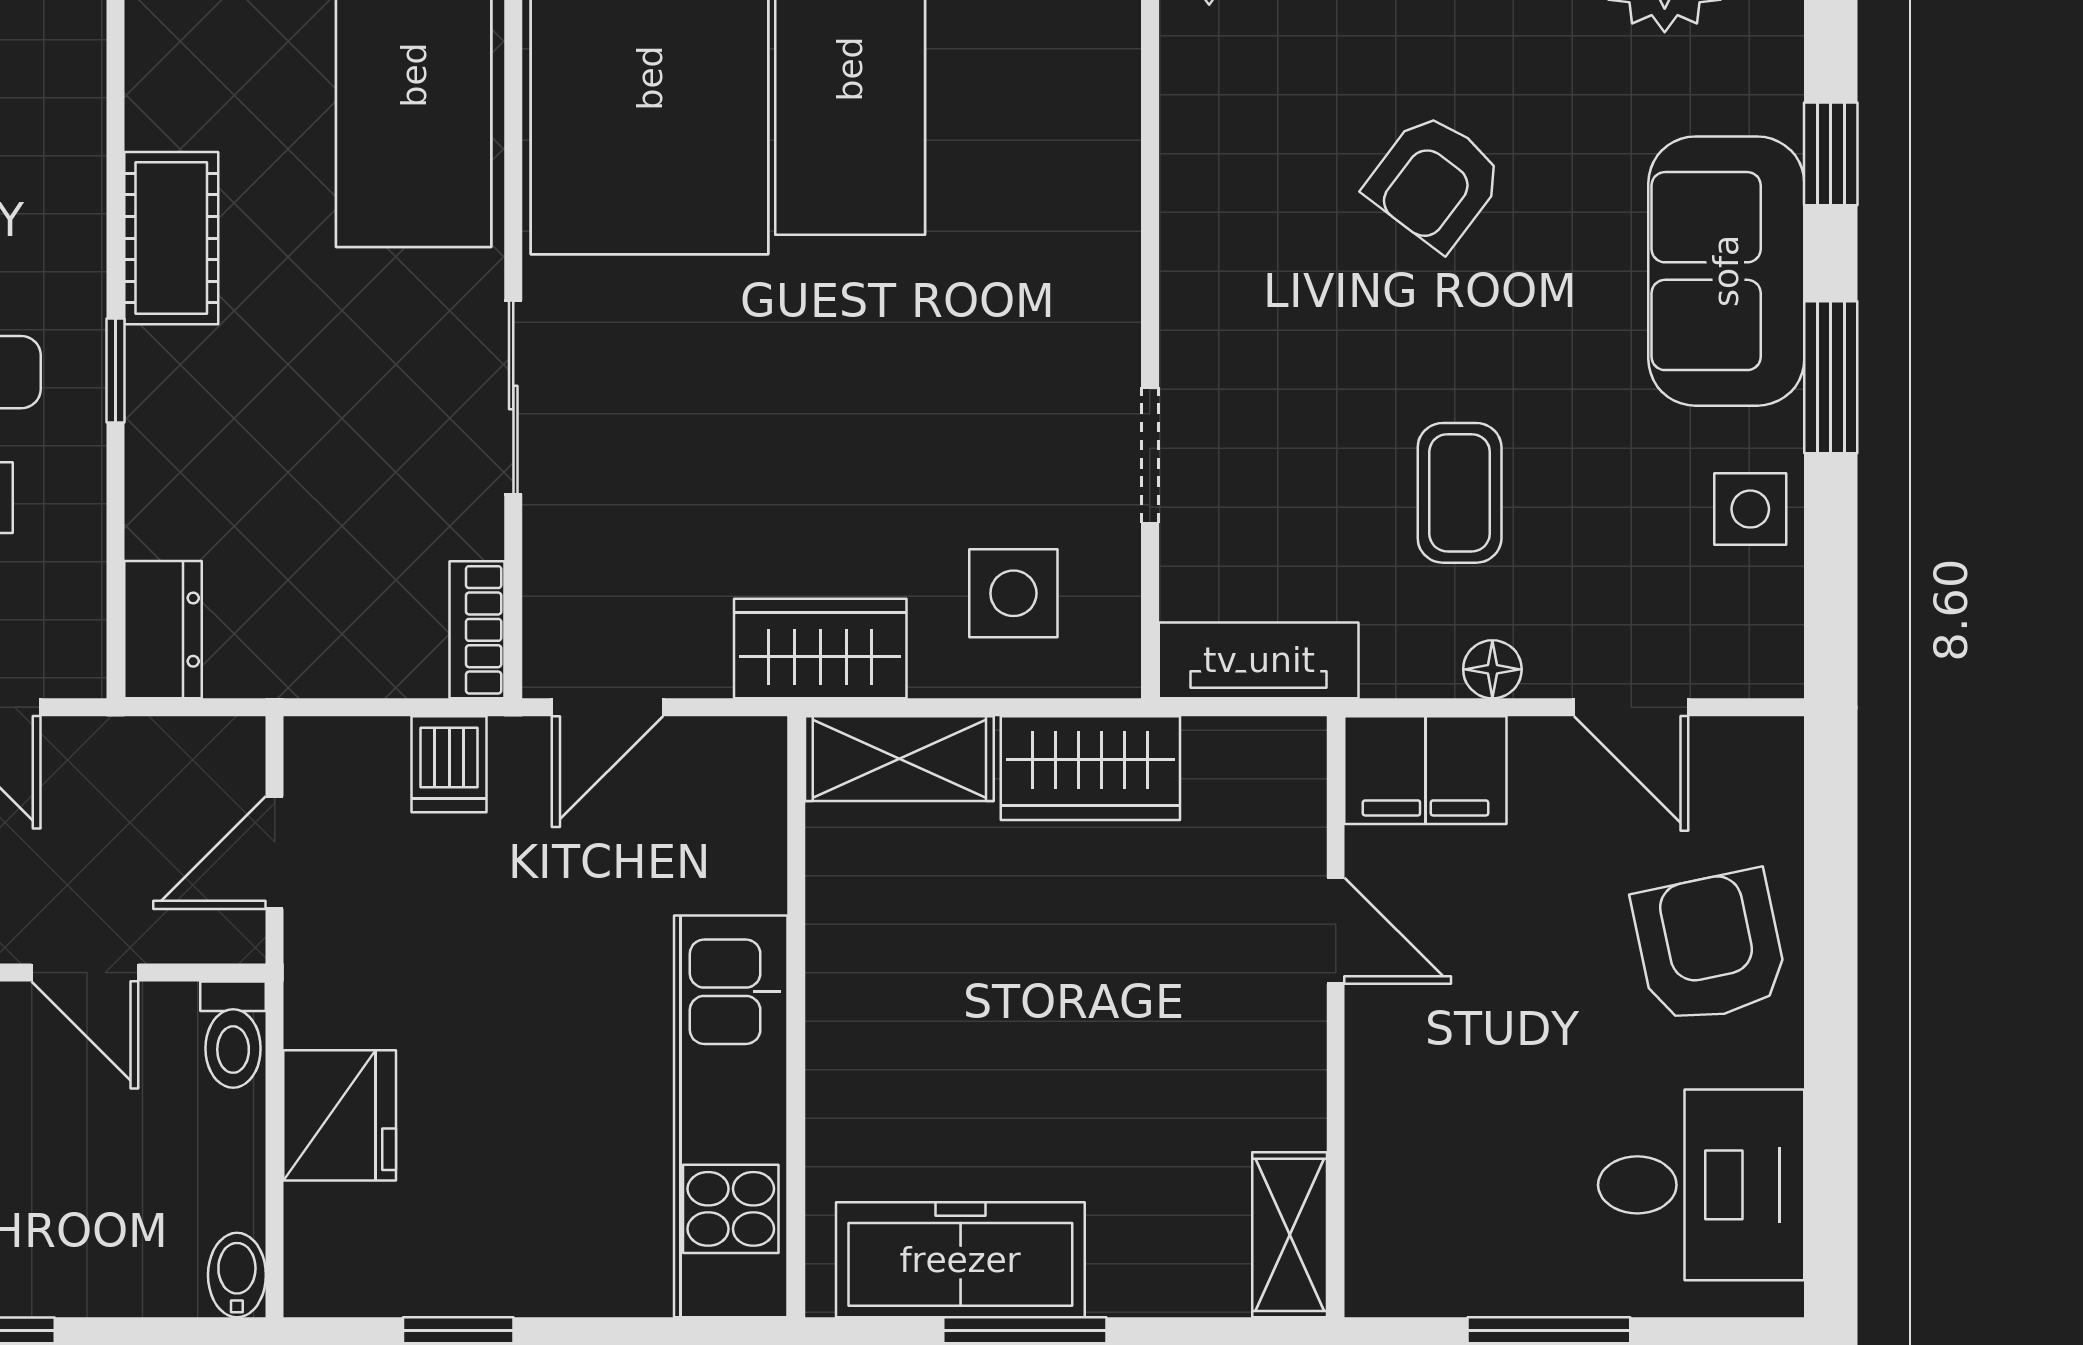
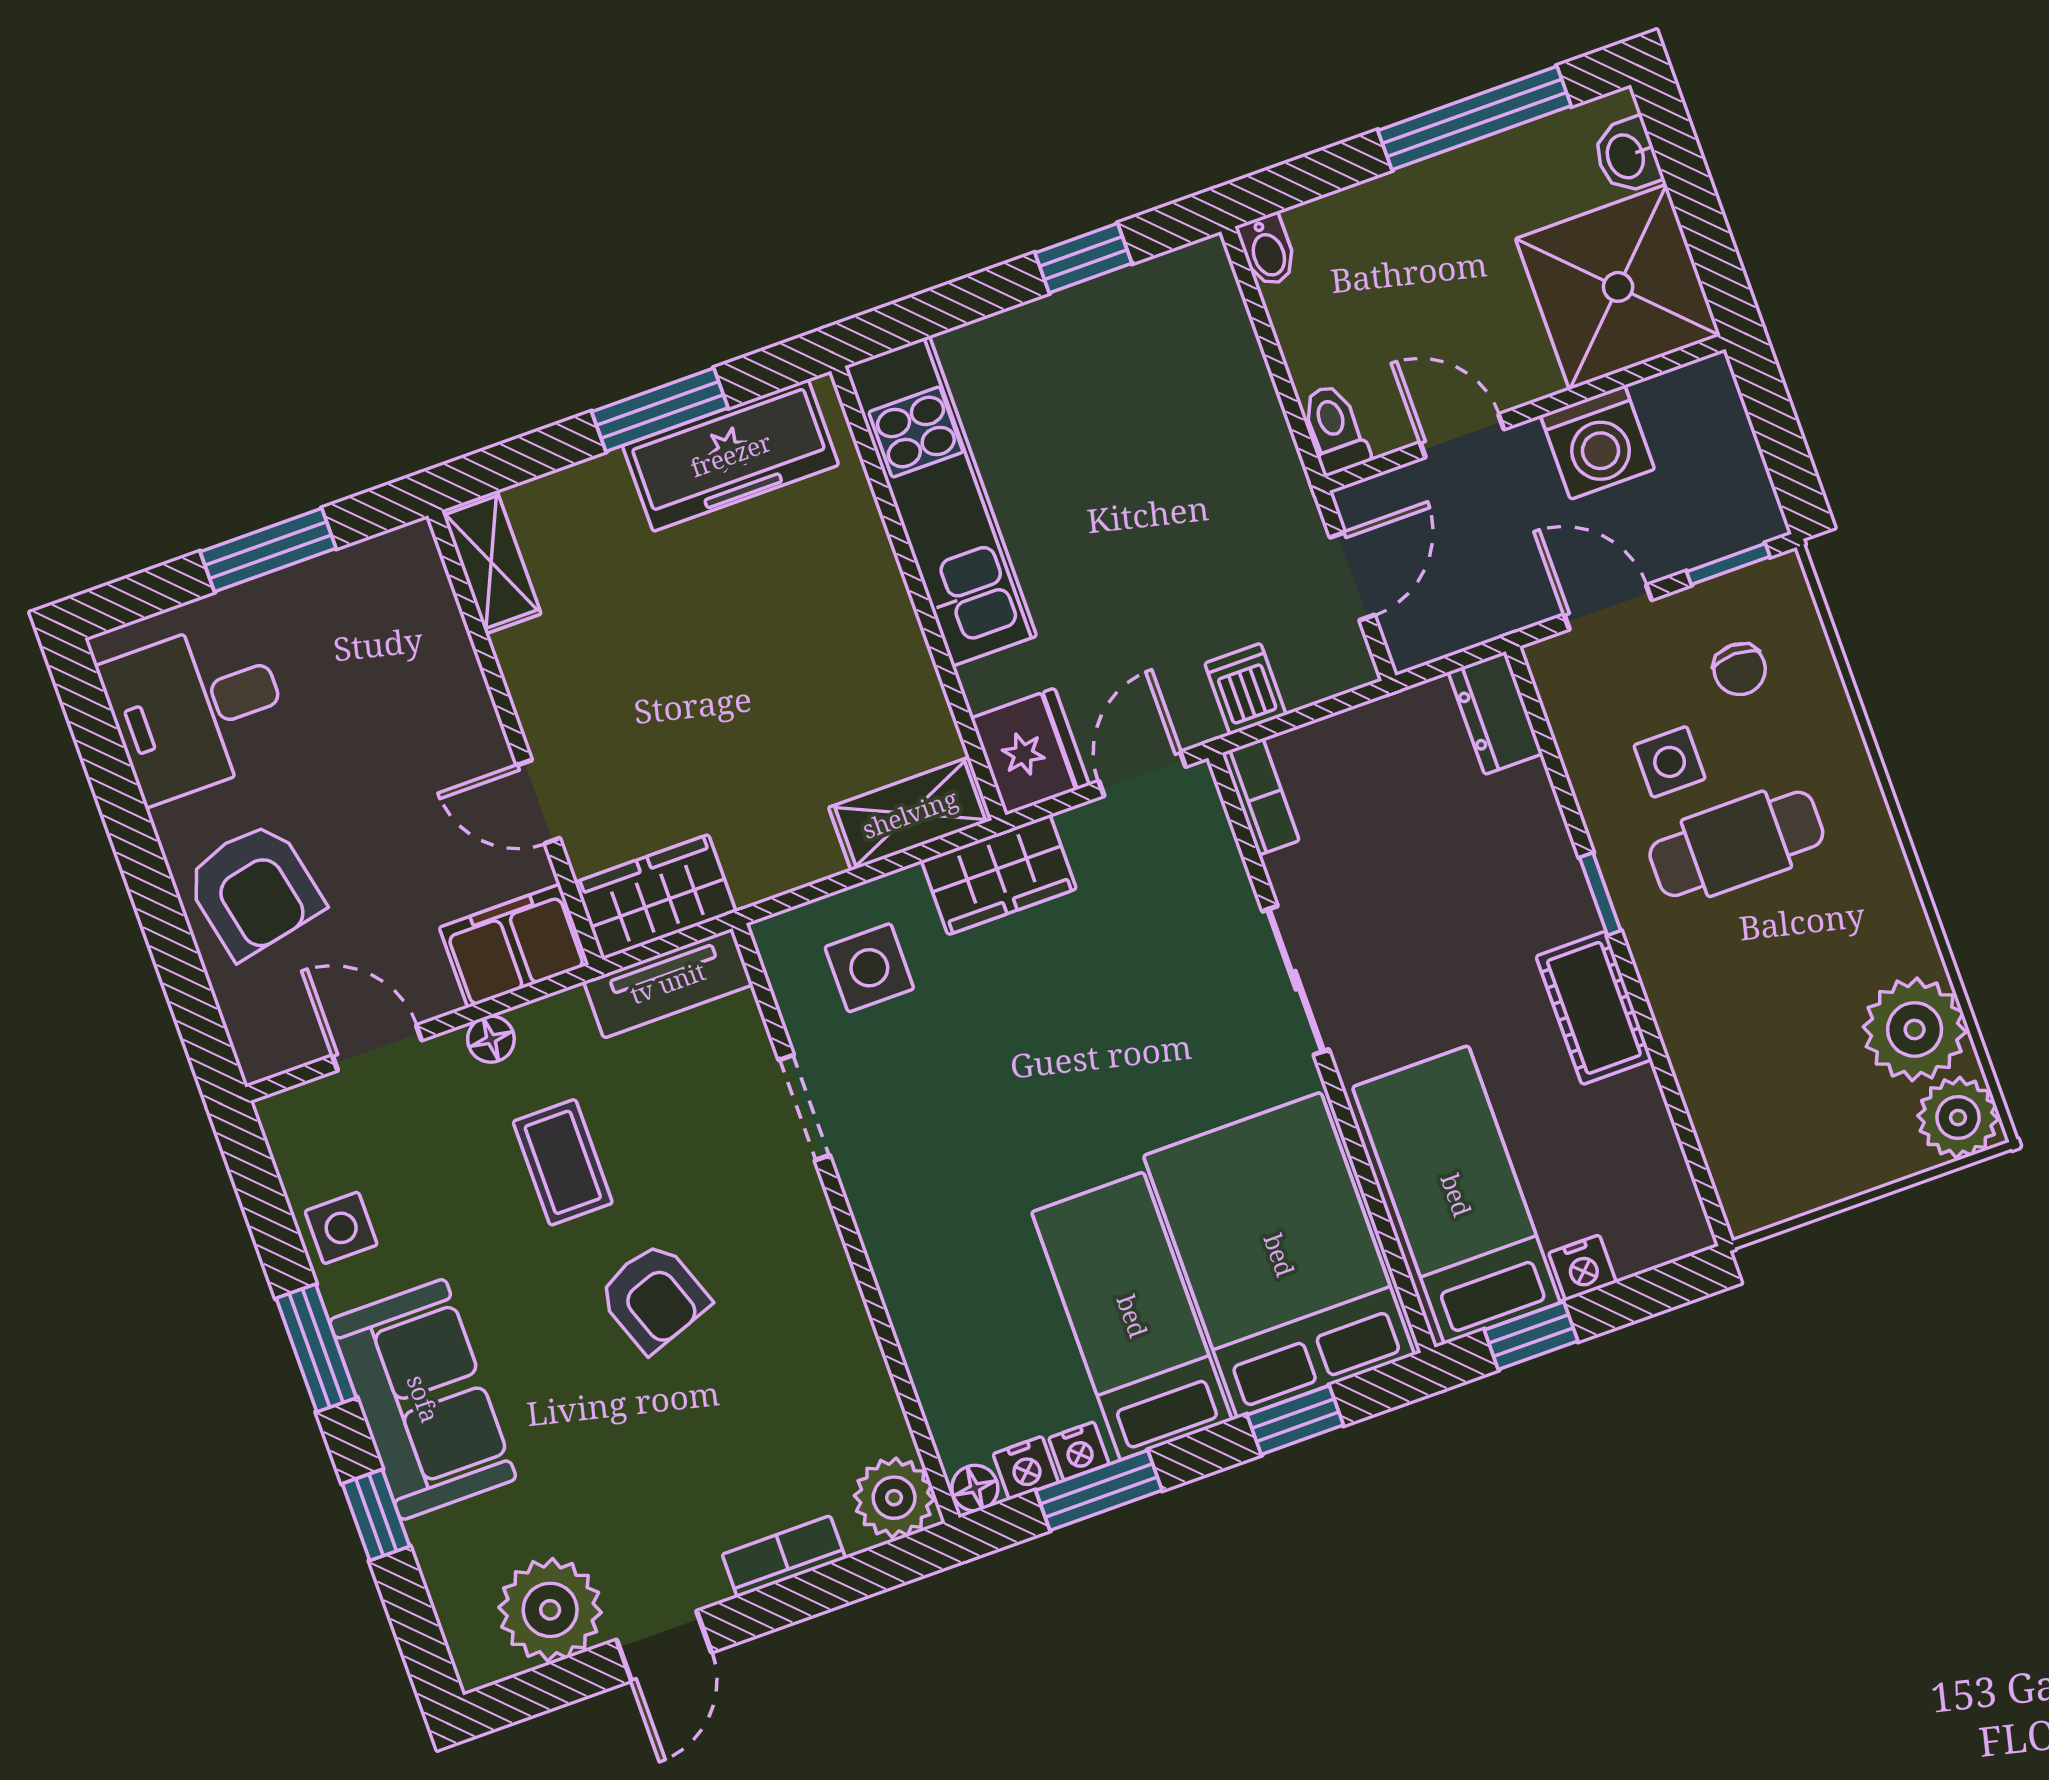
armchair: (1435, 181) -> (654, 1297), moved, turned 123
wardrobe: (1090, 768) -> (655, 897), moved
fridge: (340, 1115) -> (1030, 752), moved, turned 180

